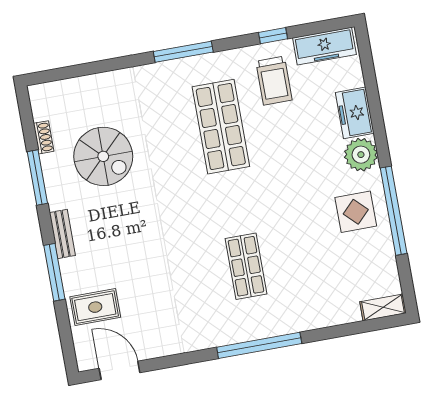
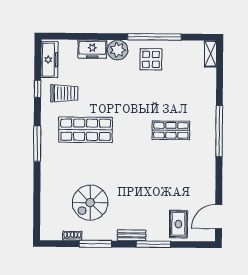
spiral stairs: (103, 156) -> (90, 203), turned 180

